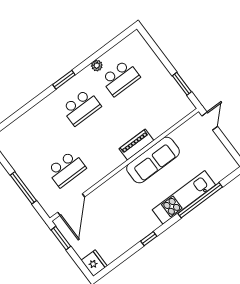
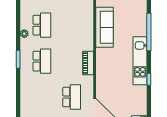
piano: (136, 145) -> (88, 63), moved
sofa: (153, 160) -> (105, 27), moved
kitchen unit: (184, 197) -> (140, 61), moved

